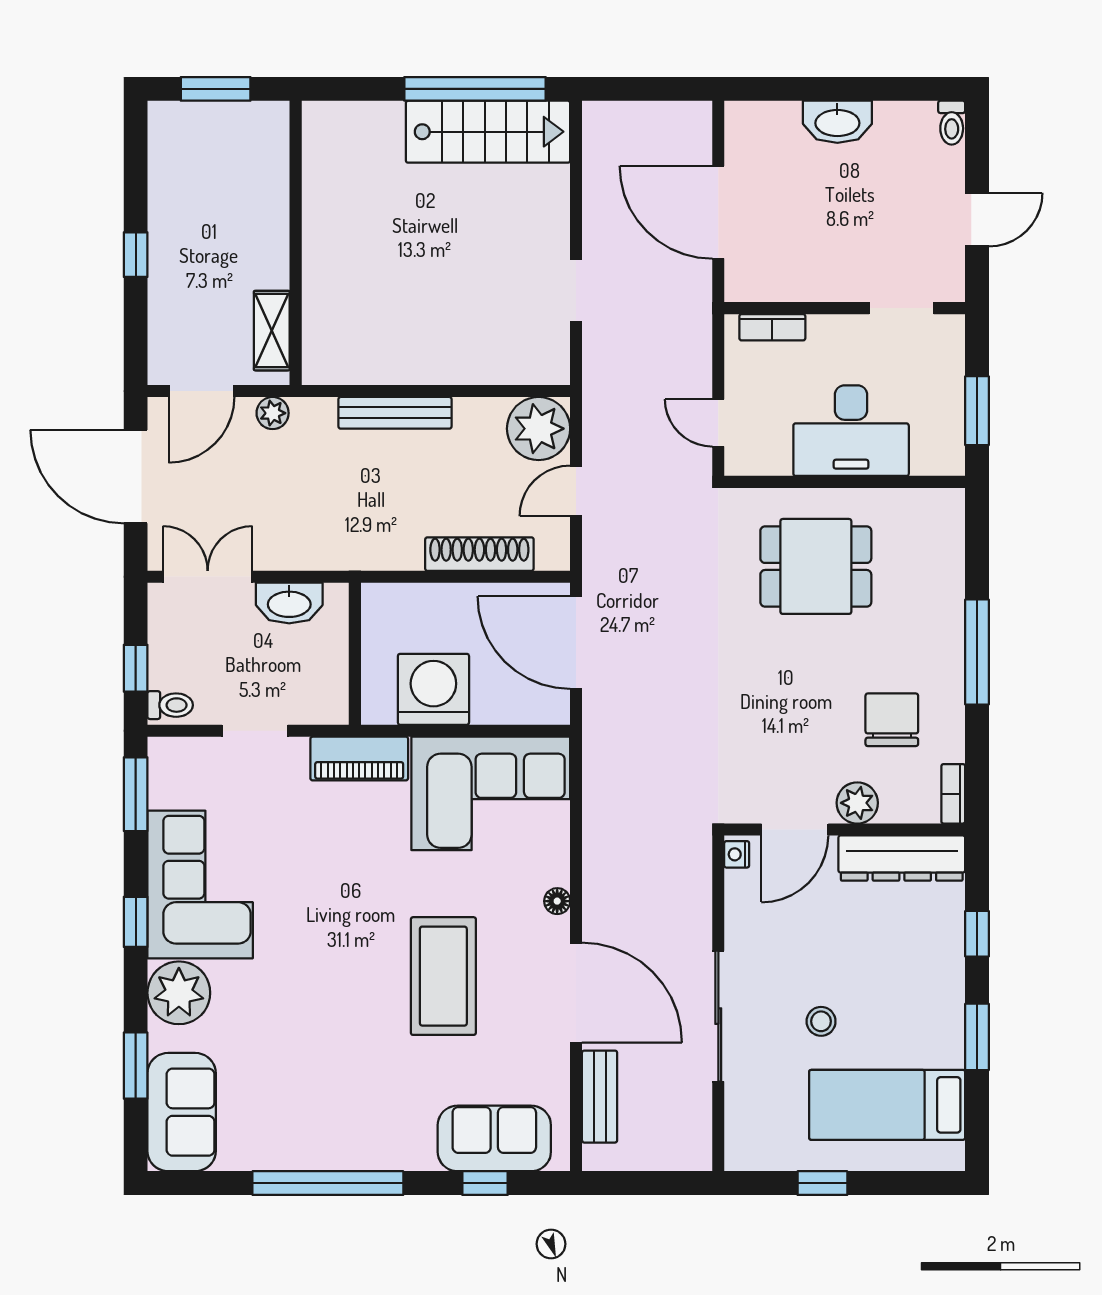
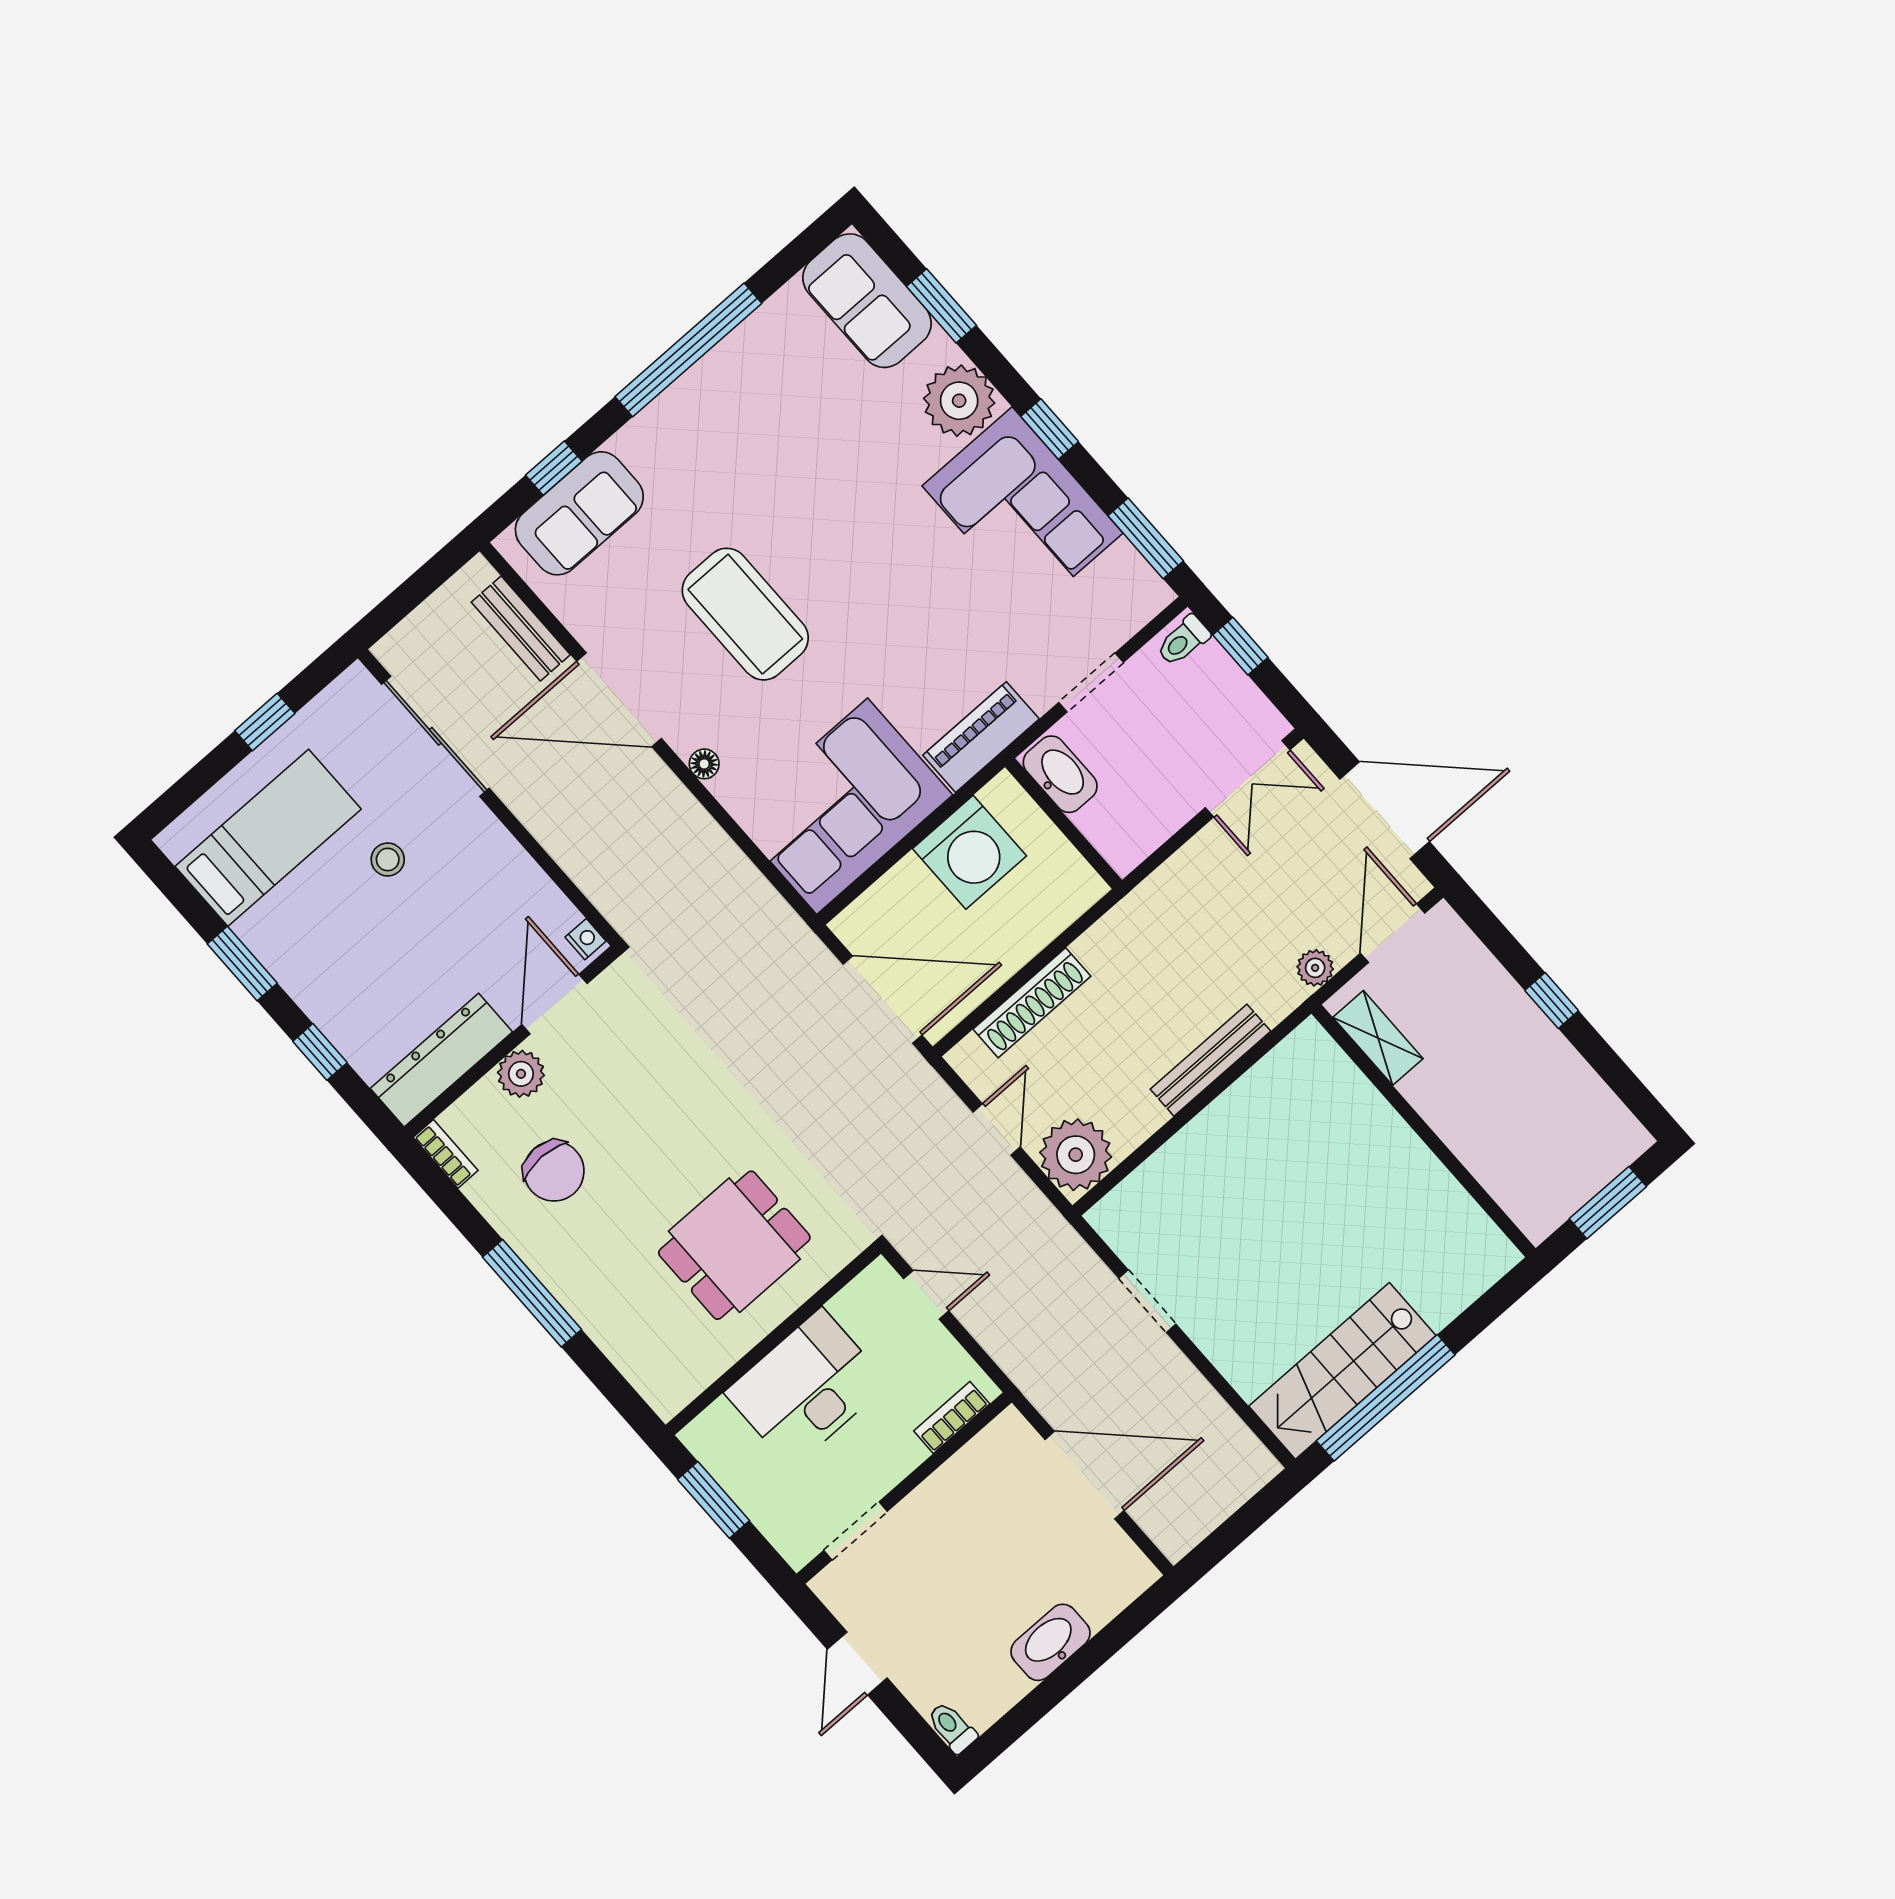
washbasin: (289, 603) -> (1060, 774), moved, turned 90
sliding door: (718, 1016) -> (435, 736), moved

